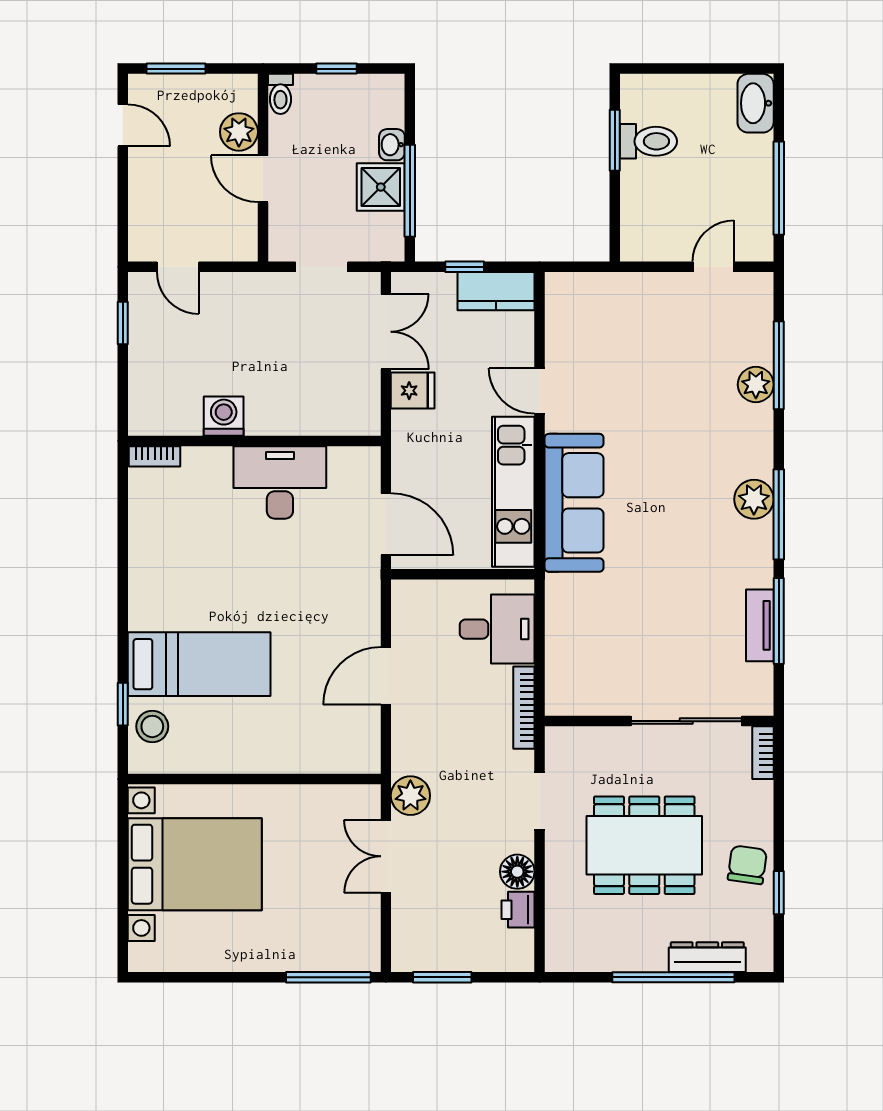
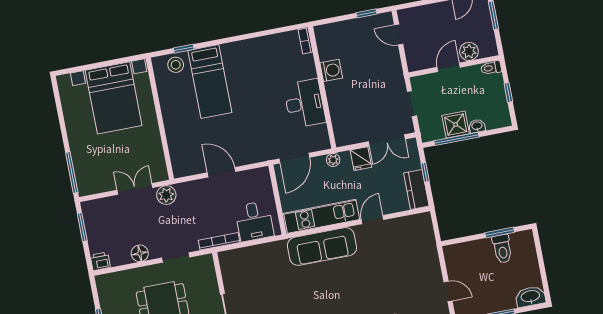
door: (178, 267) -> (399, 35), hinge flipped
plant: (405, 447) -> (333, 160), added
printer: (518, 910) -> (100, 261), moved

